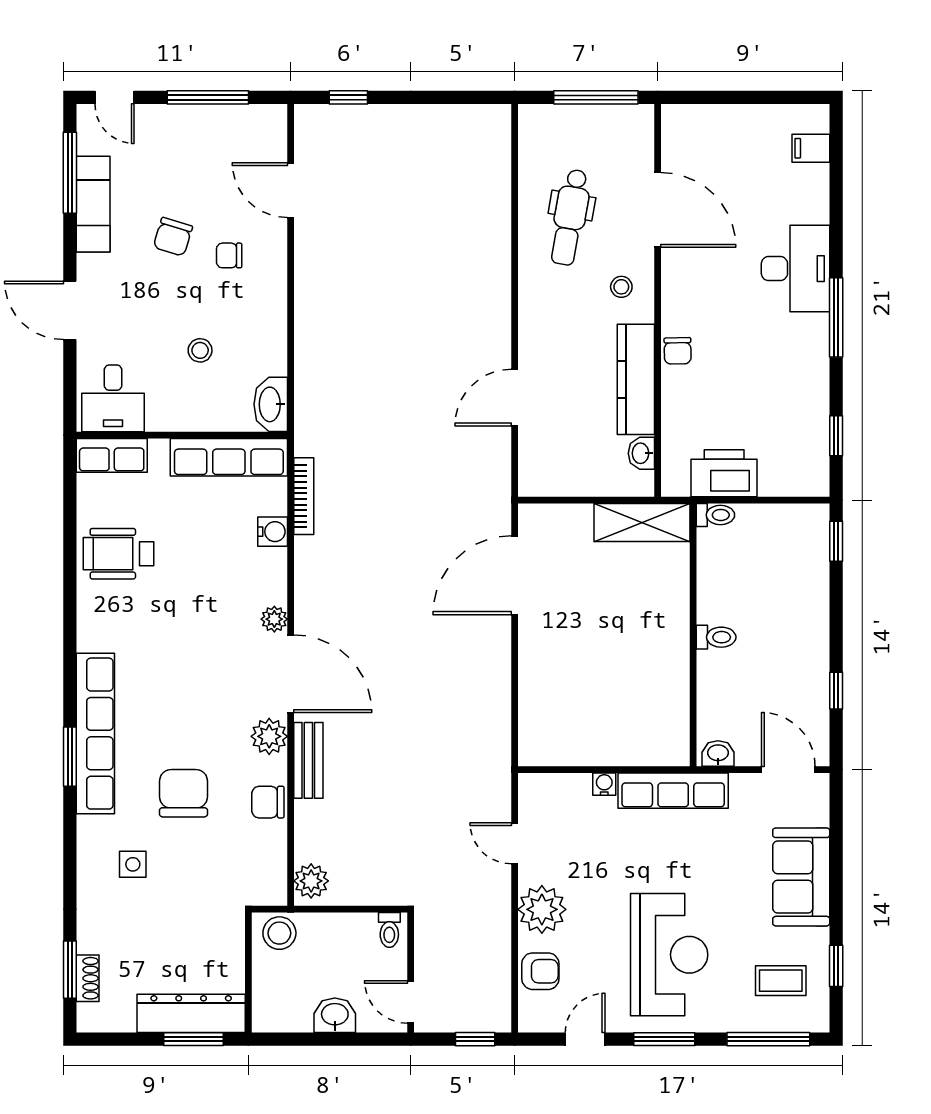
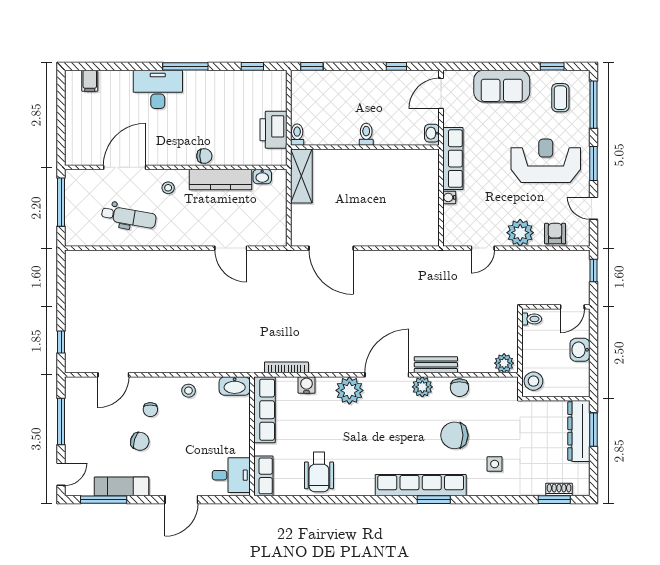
stool: (200, 350) -> (189, 391), moved
plant: (274, 619) -> (349, 390), width x1.88, depth x1.88

